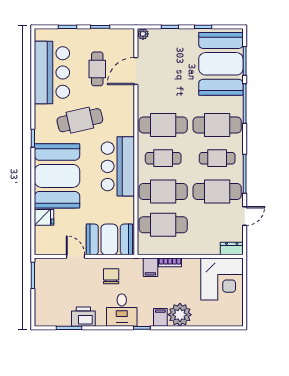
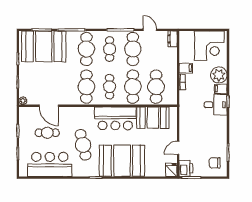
fridge: (44, 217) -> (171, 170), moved
booth: (109, 239) -> (153, 118), moved, turned 90
filing cabinet: (150, 267) -> (186, 68), moved
chair: (111, 276) -> (215, 163), moved
corner desk: (222, 279) -> (209, 46), moved, turned 90
desk: (122, 310) -> (216, 105), moved
printer: (83, 317) -> (186, 168), moved, turned 180

